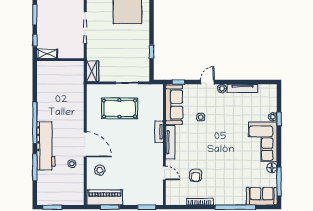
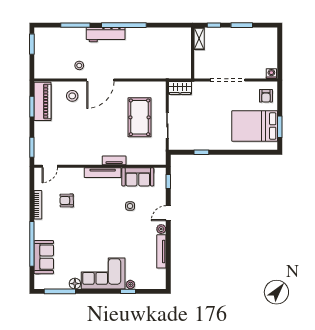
door: (207, 82) -> (168, 213), swing flipped
sofa: (174, 105) -> (138, 177), width x0.73
workbench: (46, 146) -> (106, 35), width x0.73, depth x0.76
door: (164, 173) -> (50, 166), moved
sofa: (262, 196) -> (44, 257), moved

